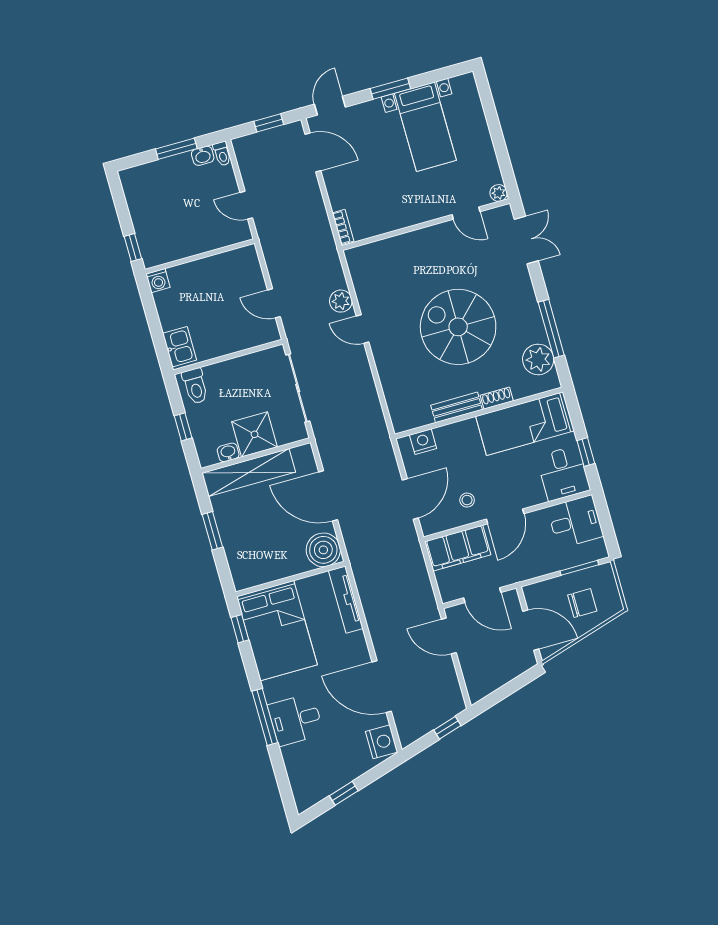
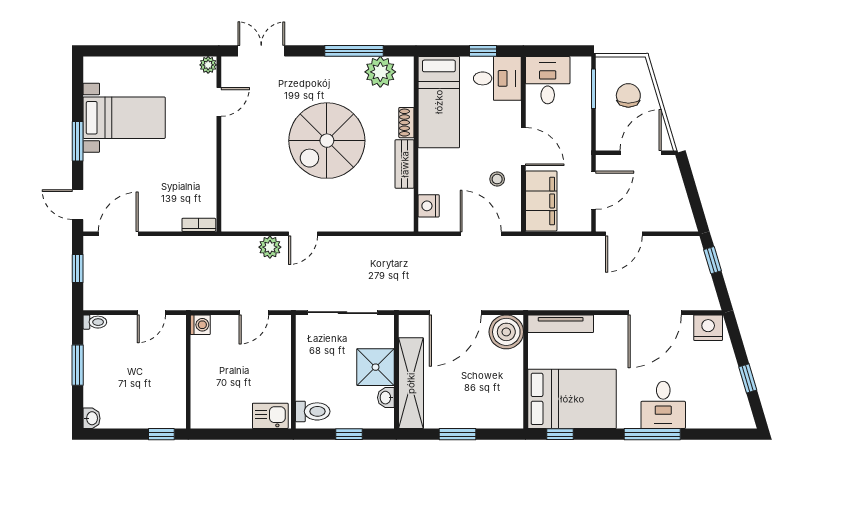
washbasin: (203, 156) -> (92, 418), moved
washing machine: (158, 281) -> (200, 325), moved

